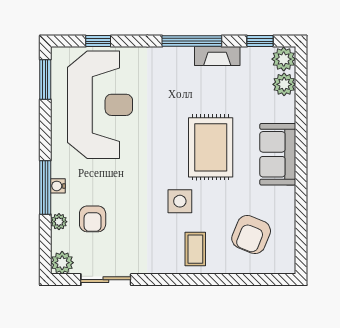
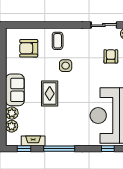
fireplace: (217, 56) -> (33, 141), moved
plant: (284, 59) -> (12, 113), moved
rug: (211, 147) -> (50, 94), width x0.73, depth x0.70
armchair: (251, 235) -> (29, 48), turned -112

